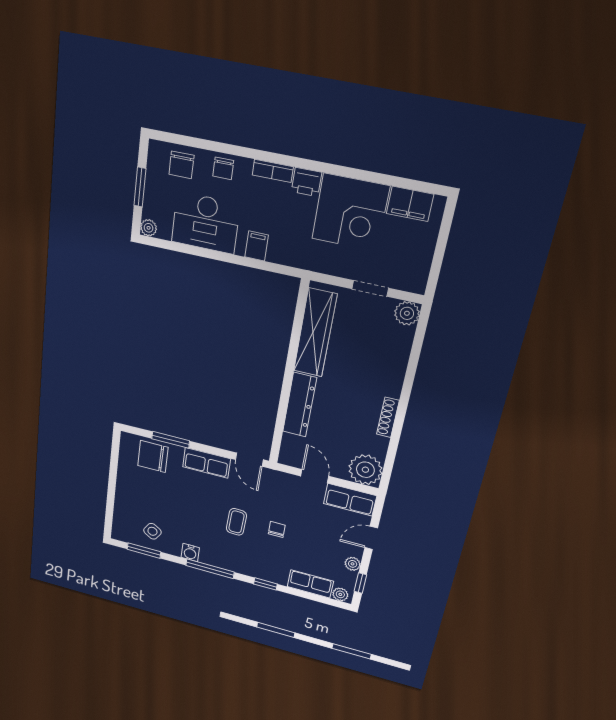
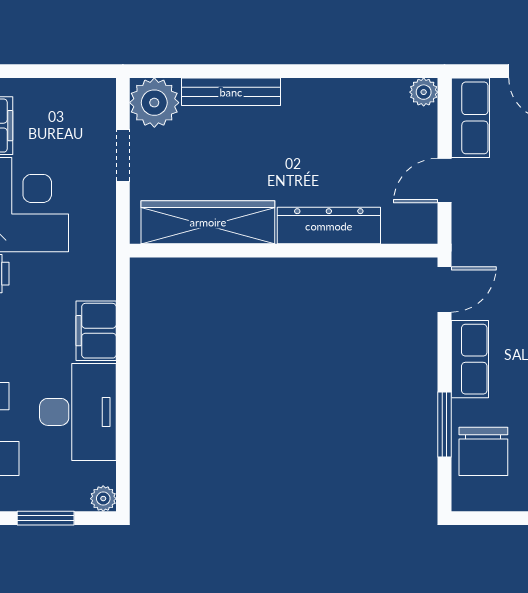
filing cabinet: (257, 246) -> (96, 331), width x2.00
plant: (407, 313) -> (154, 103), width x1.36, depth x1.36
bench: (398, 367) -> (231, 92), added
shoe rack: (388, 417) -> (315, 89), removed
plant: (365, 470) -> (424, 92), width x0.53, depth x0.53

